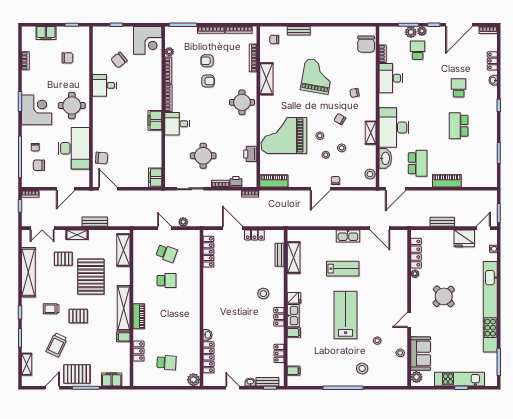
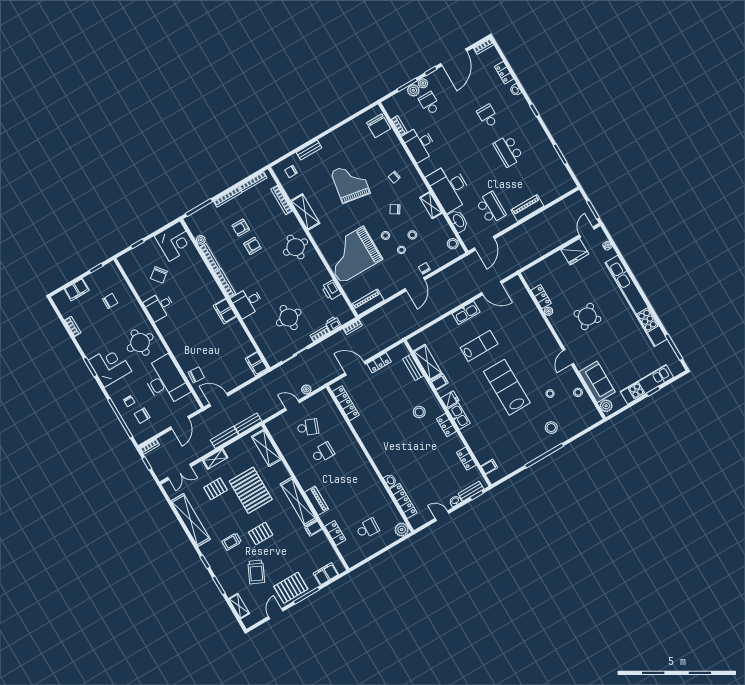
bench: (442, 222) -> (248, 424), moved
locker: (416, 253) -> (541, 297), width x0.66
filing cabinet: (294, 333) -> (440, 382), moved

